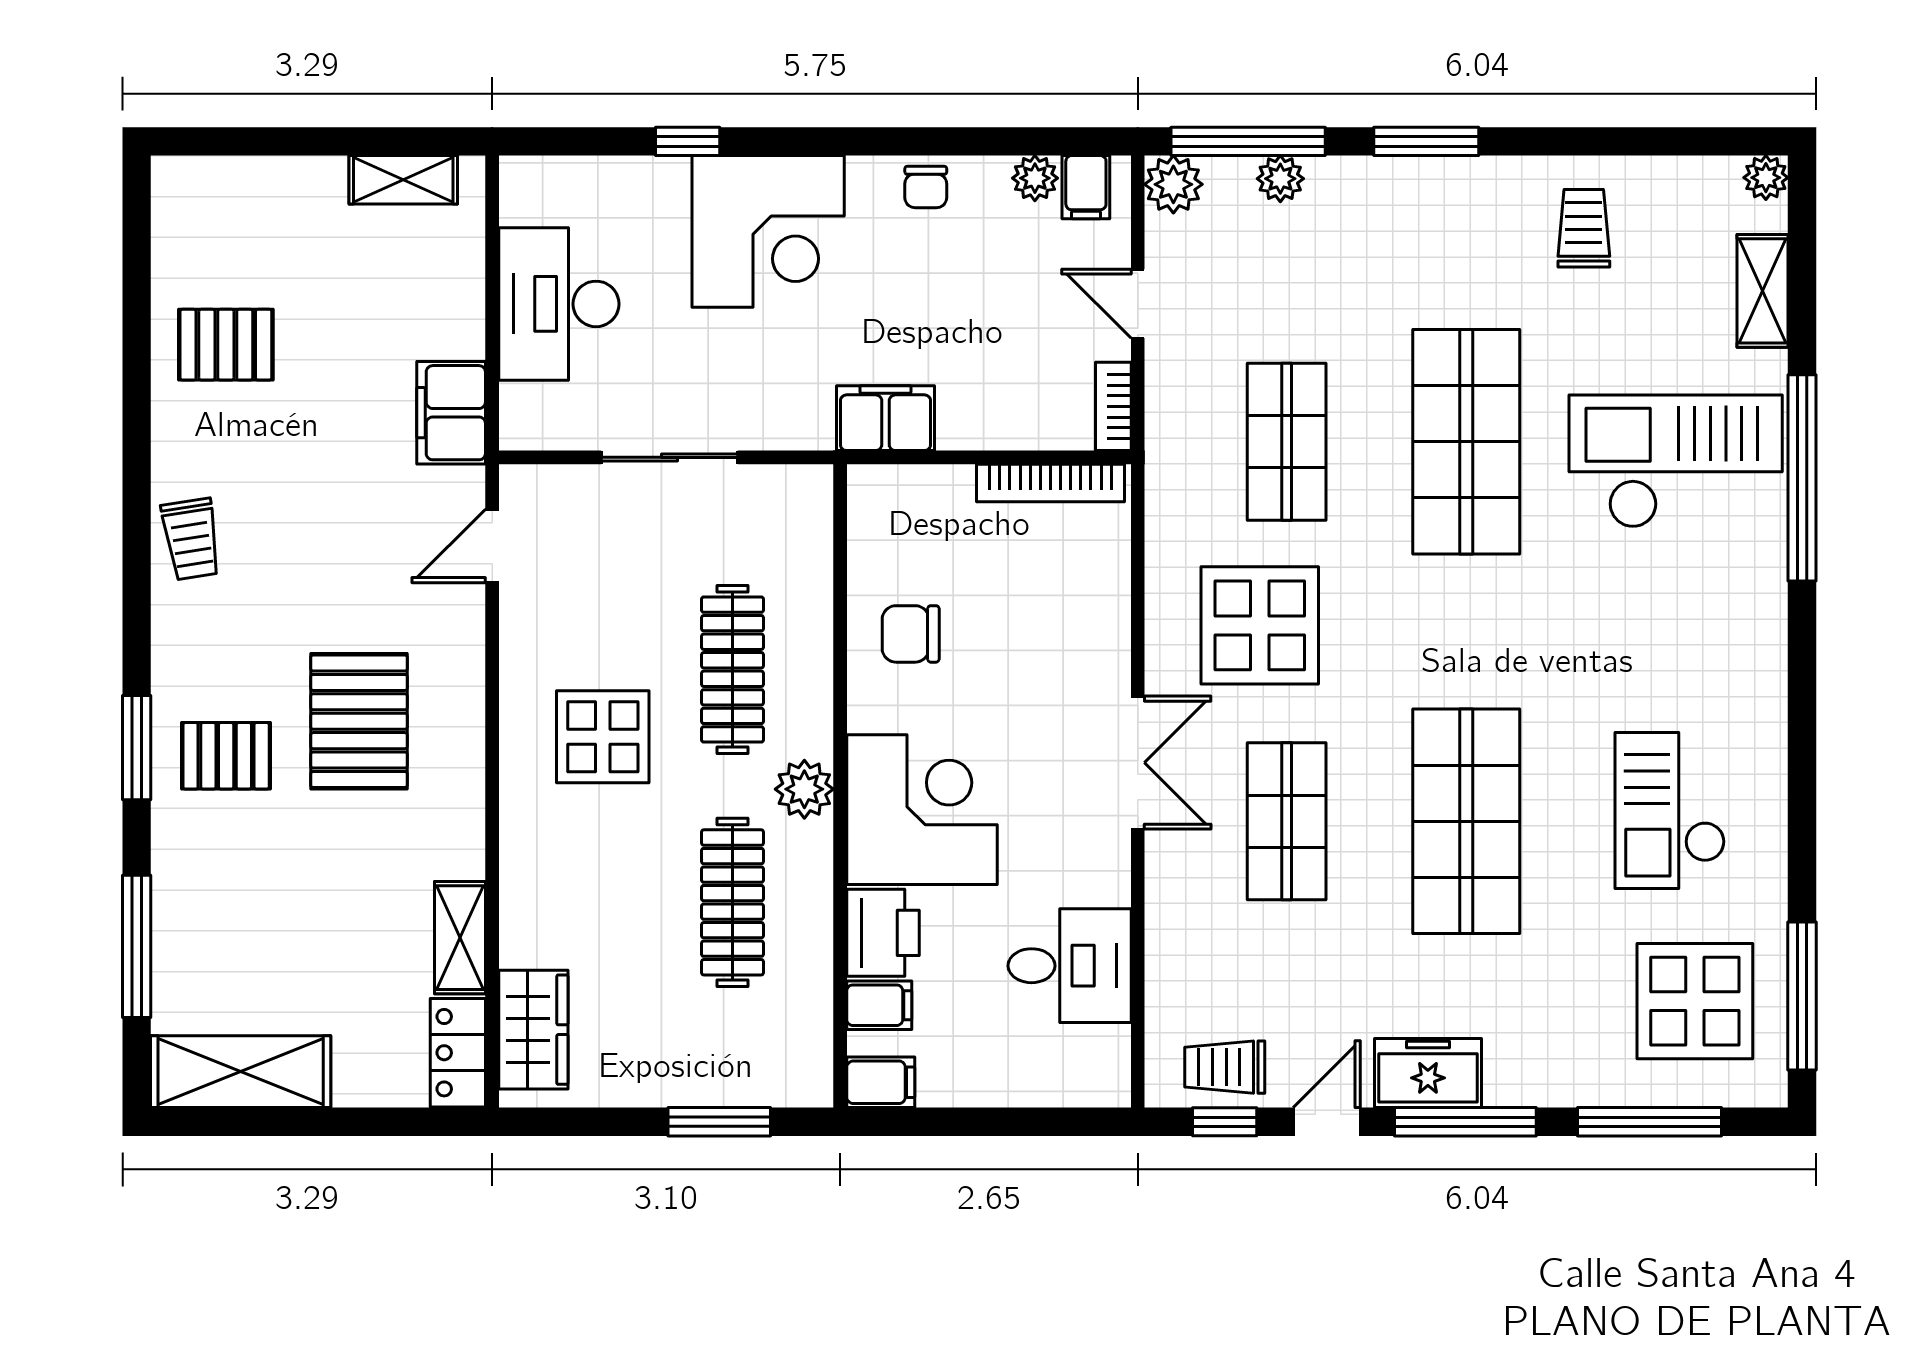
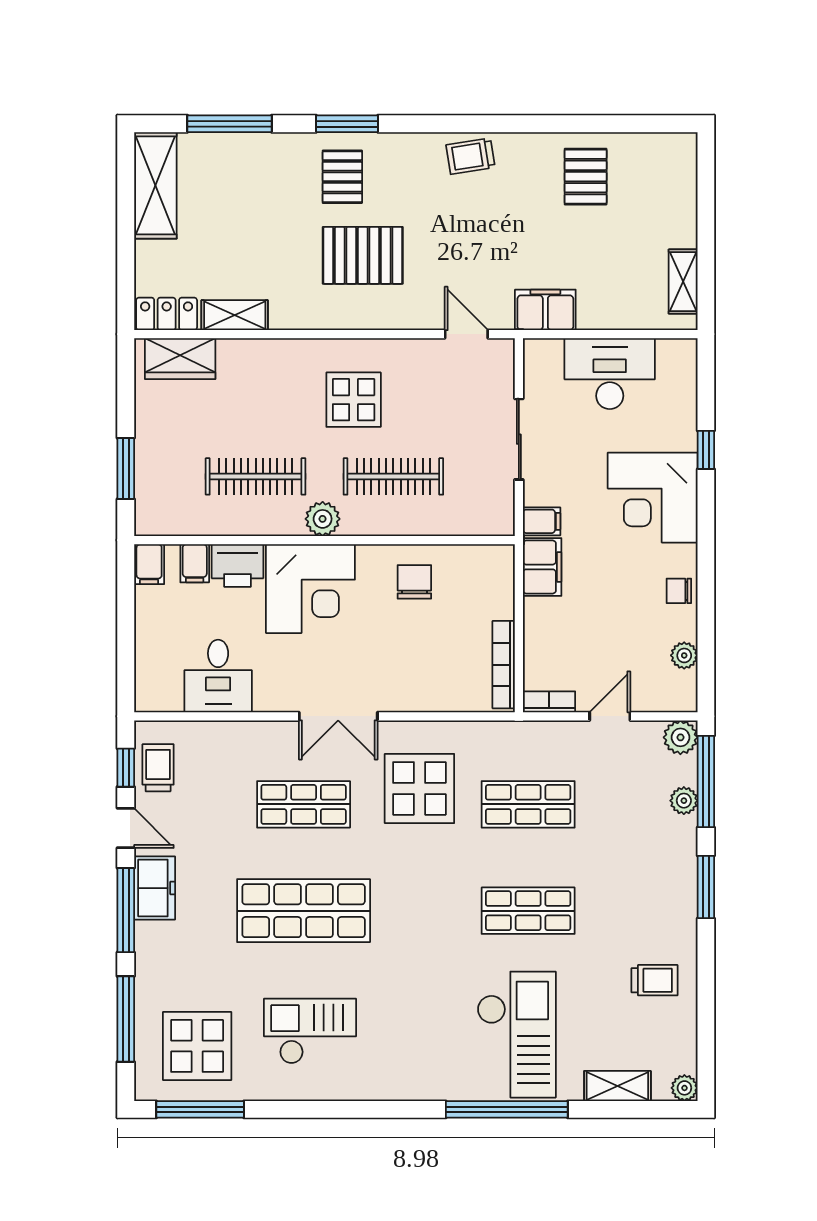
filing cabinet: (1086, 187) -> (542, 521), moved, turned 180
shop shelf: (1466, 442) -> (528, 911), width x0.70, depth x0.74

